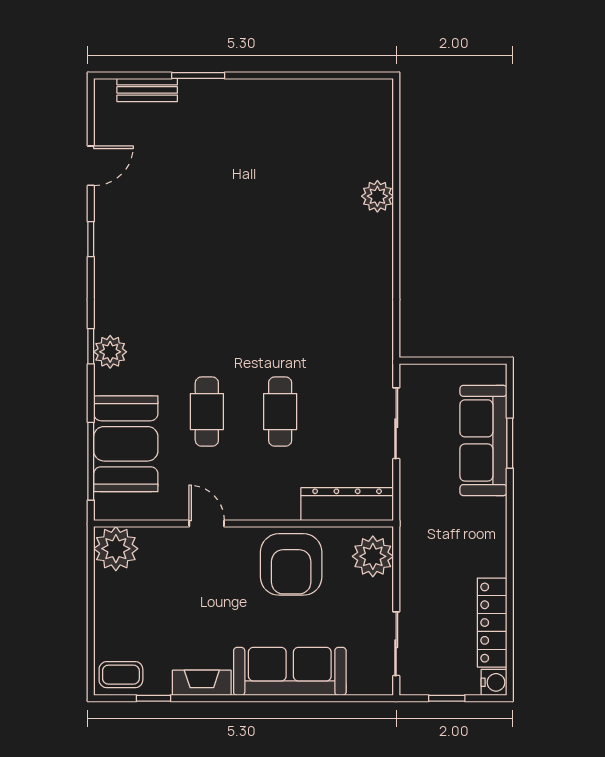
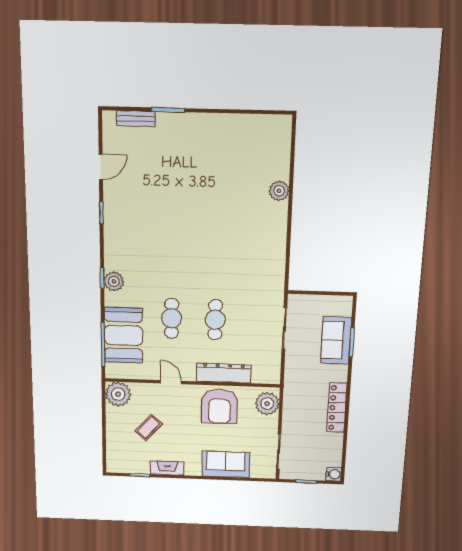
sofa: (483, 440) -> (336, 340), width x0.73
dresser: (347, 504) -> (224, 373), moved
locker: (492, 623) -> (337, 408), moved
sofa: (290, 671) -> (226, 464), width x0.73
coffee table: (121, 675) -> (149, 427), moved, turned -48

